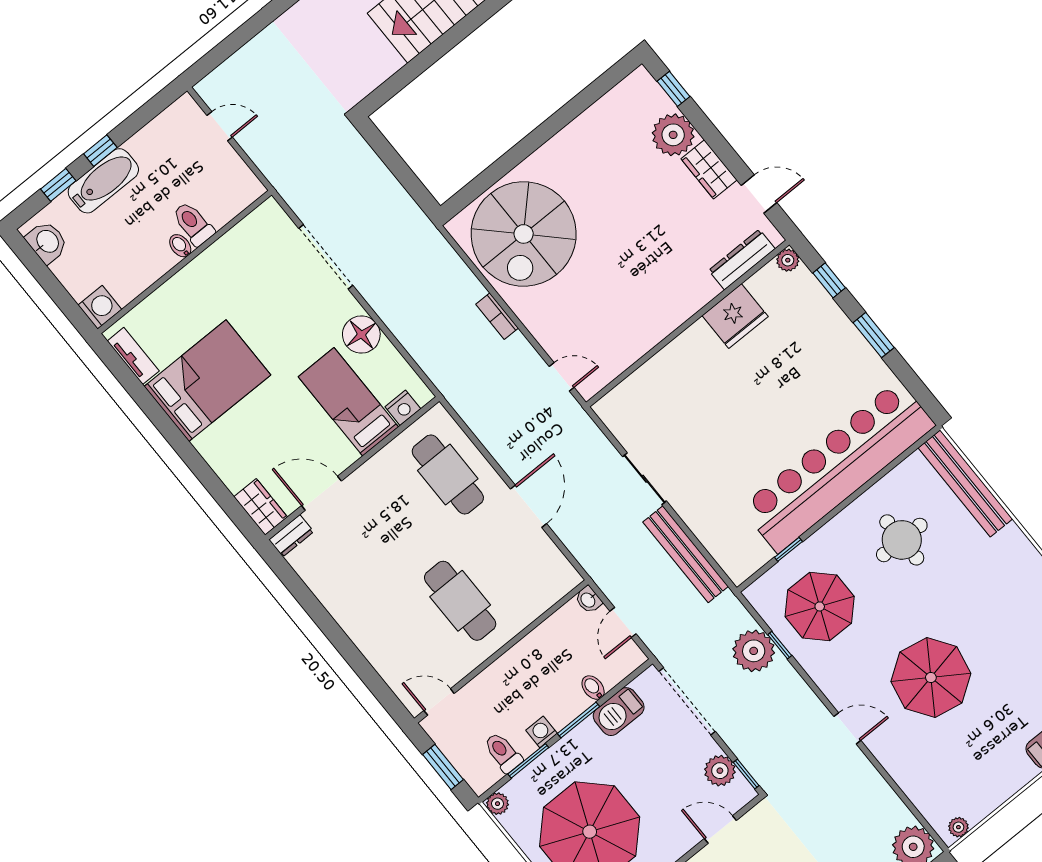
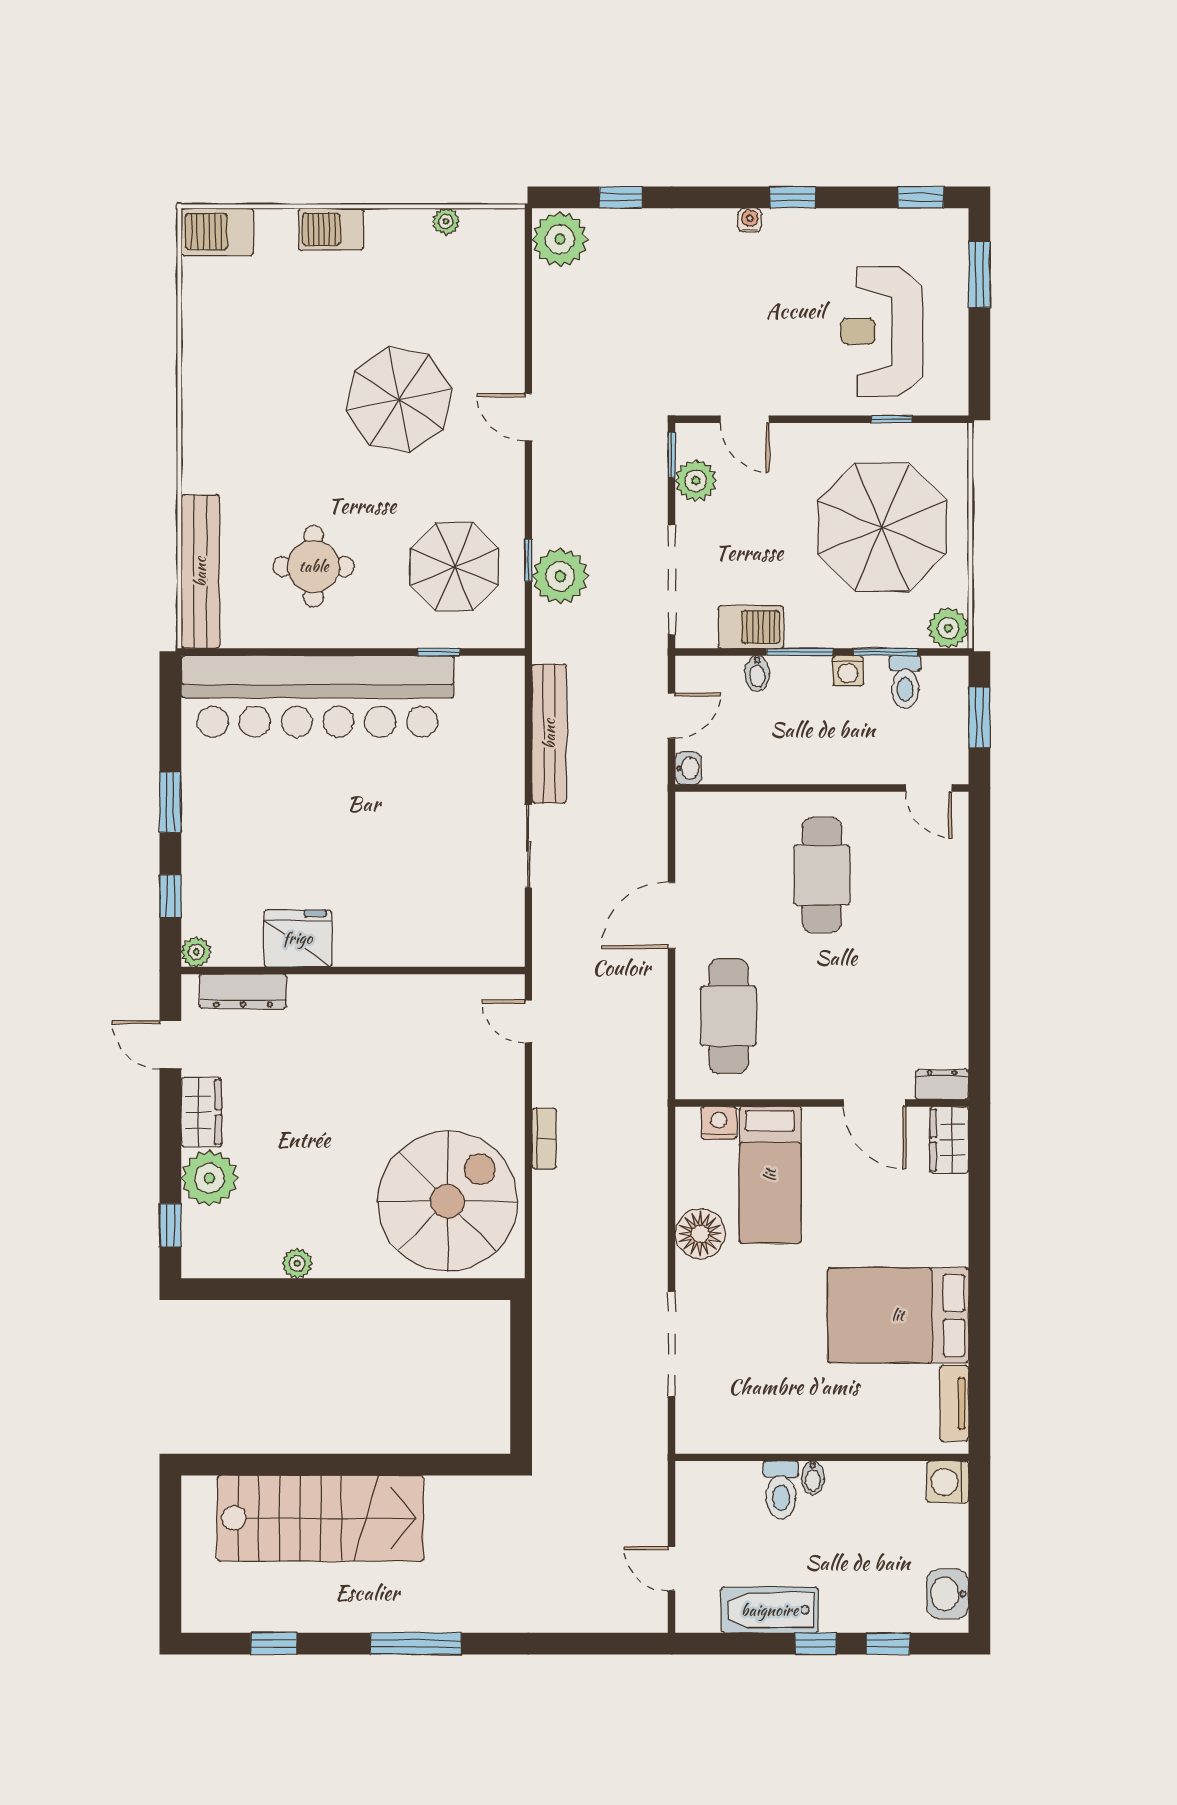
plant: (582, 127) -> (297, 1263), added
bathtub: (103, 181) -> (770, 1610), moved
plant: (498, 804) -> (948, 628), width x1.38, depth x1.38
plant: (958, 827) -> (446, 221), moved

